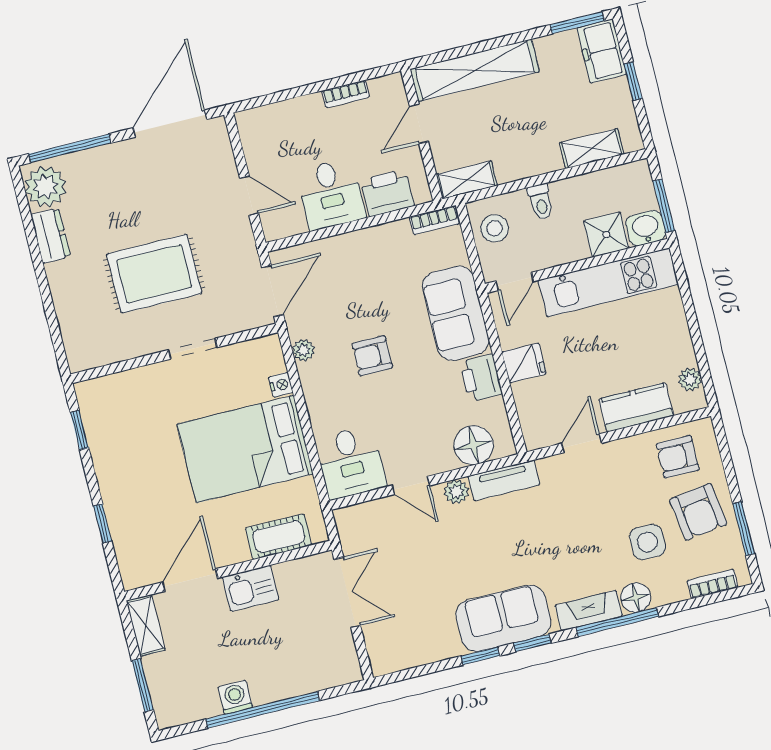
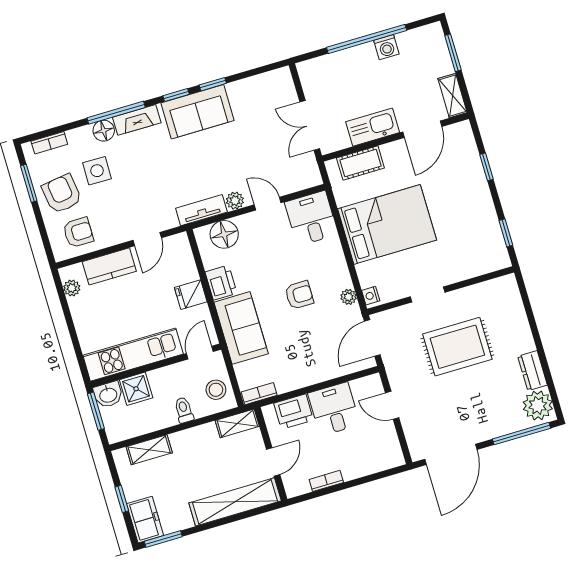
nightstand: (281, 385) -> (371, 296), moved
kitchen sink: (250, 588) -> (373, 127), width x1.38

